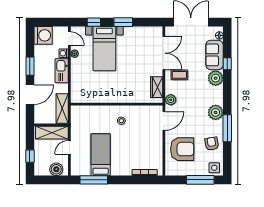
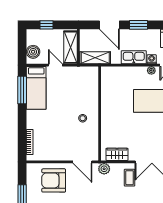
armchair: (182, 149) -> (54, 180), turned 90
bed: (101, 155) -> (36, 88), moved, turned 90

